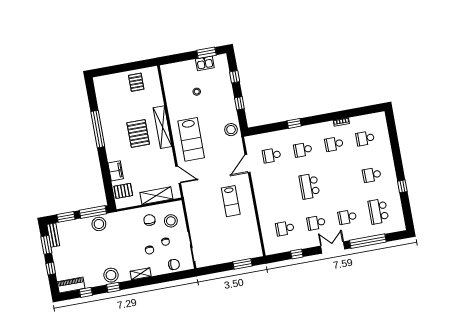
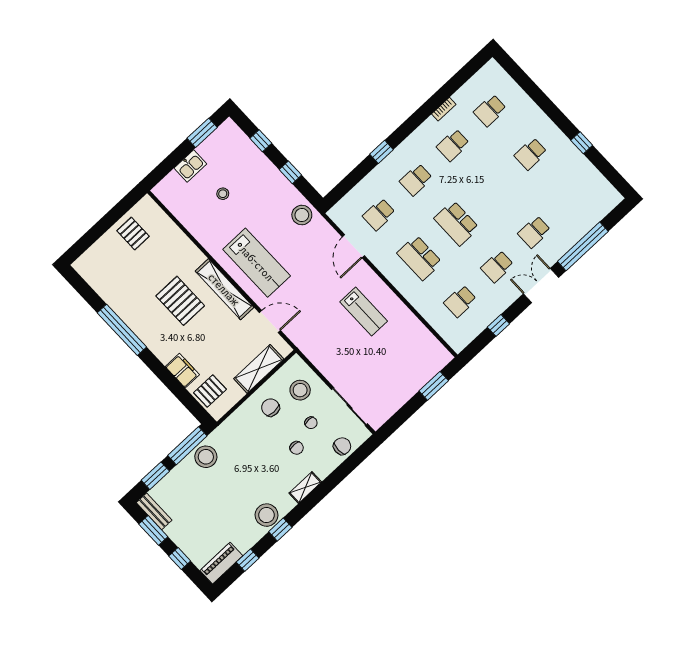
kitchen sink: (205, 63) -> (190, 166), moved
shelving: (163, 127) -> (224, 289), moved
school desk: (378, 211) -> (420, 258), moved

